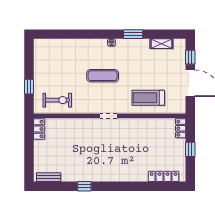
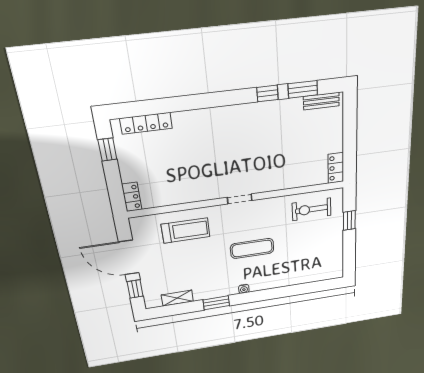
window: (190, 149) -> (107, 149), moved
window: (61, 186) -> (303, 89), added

